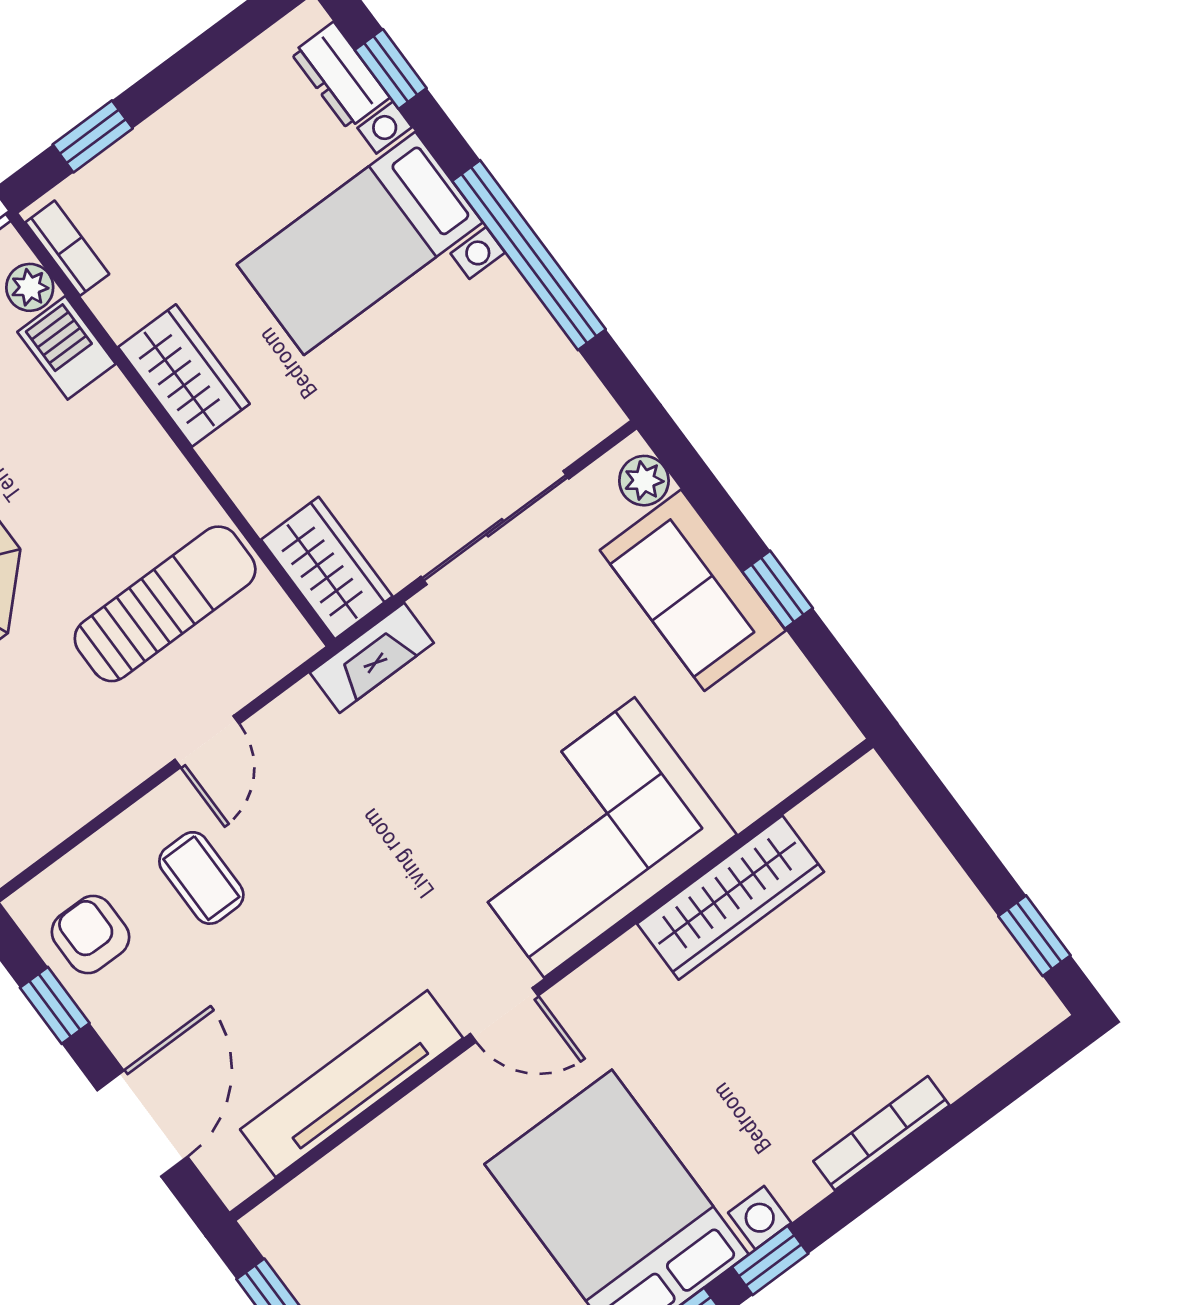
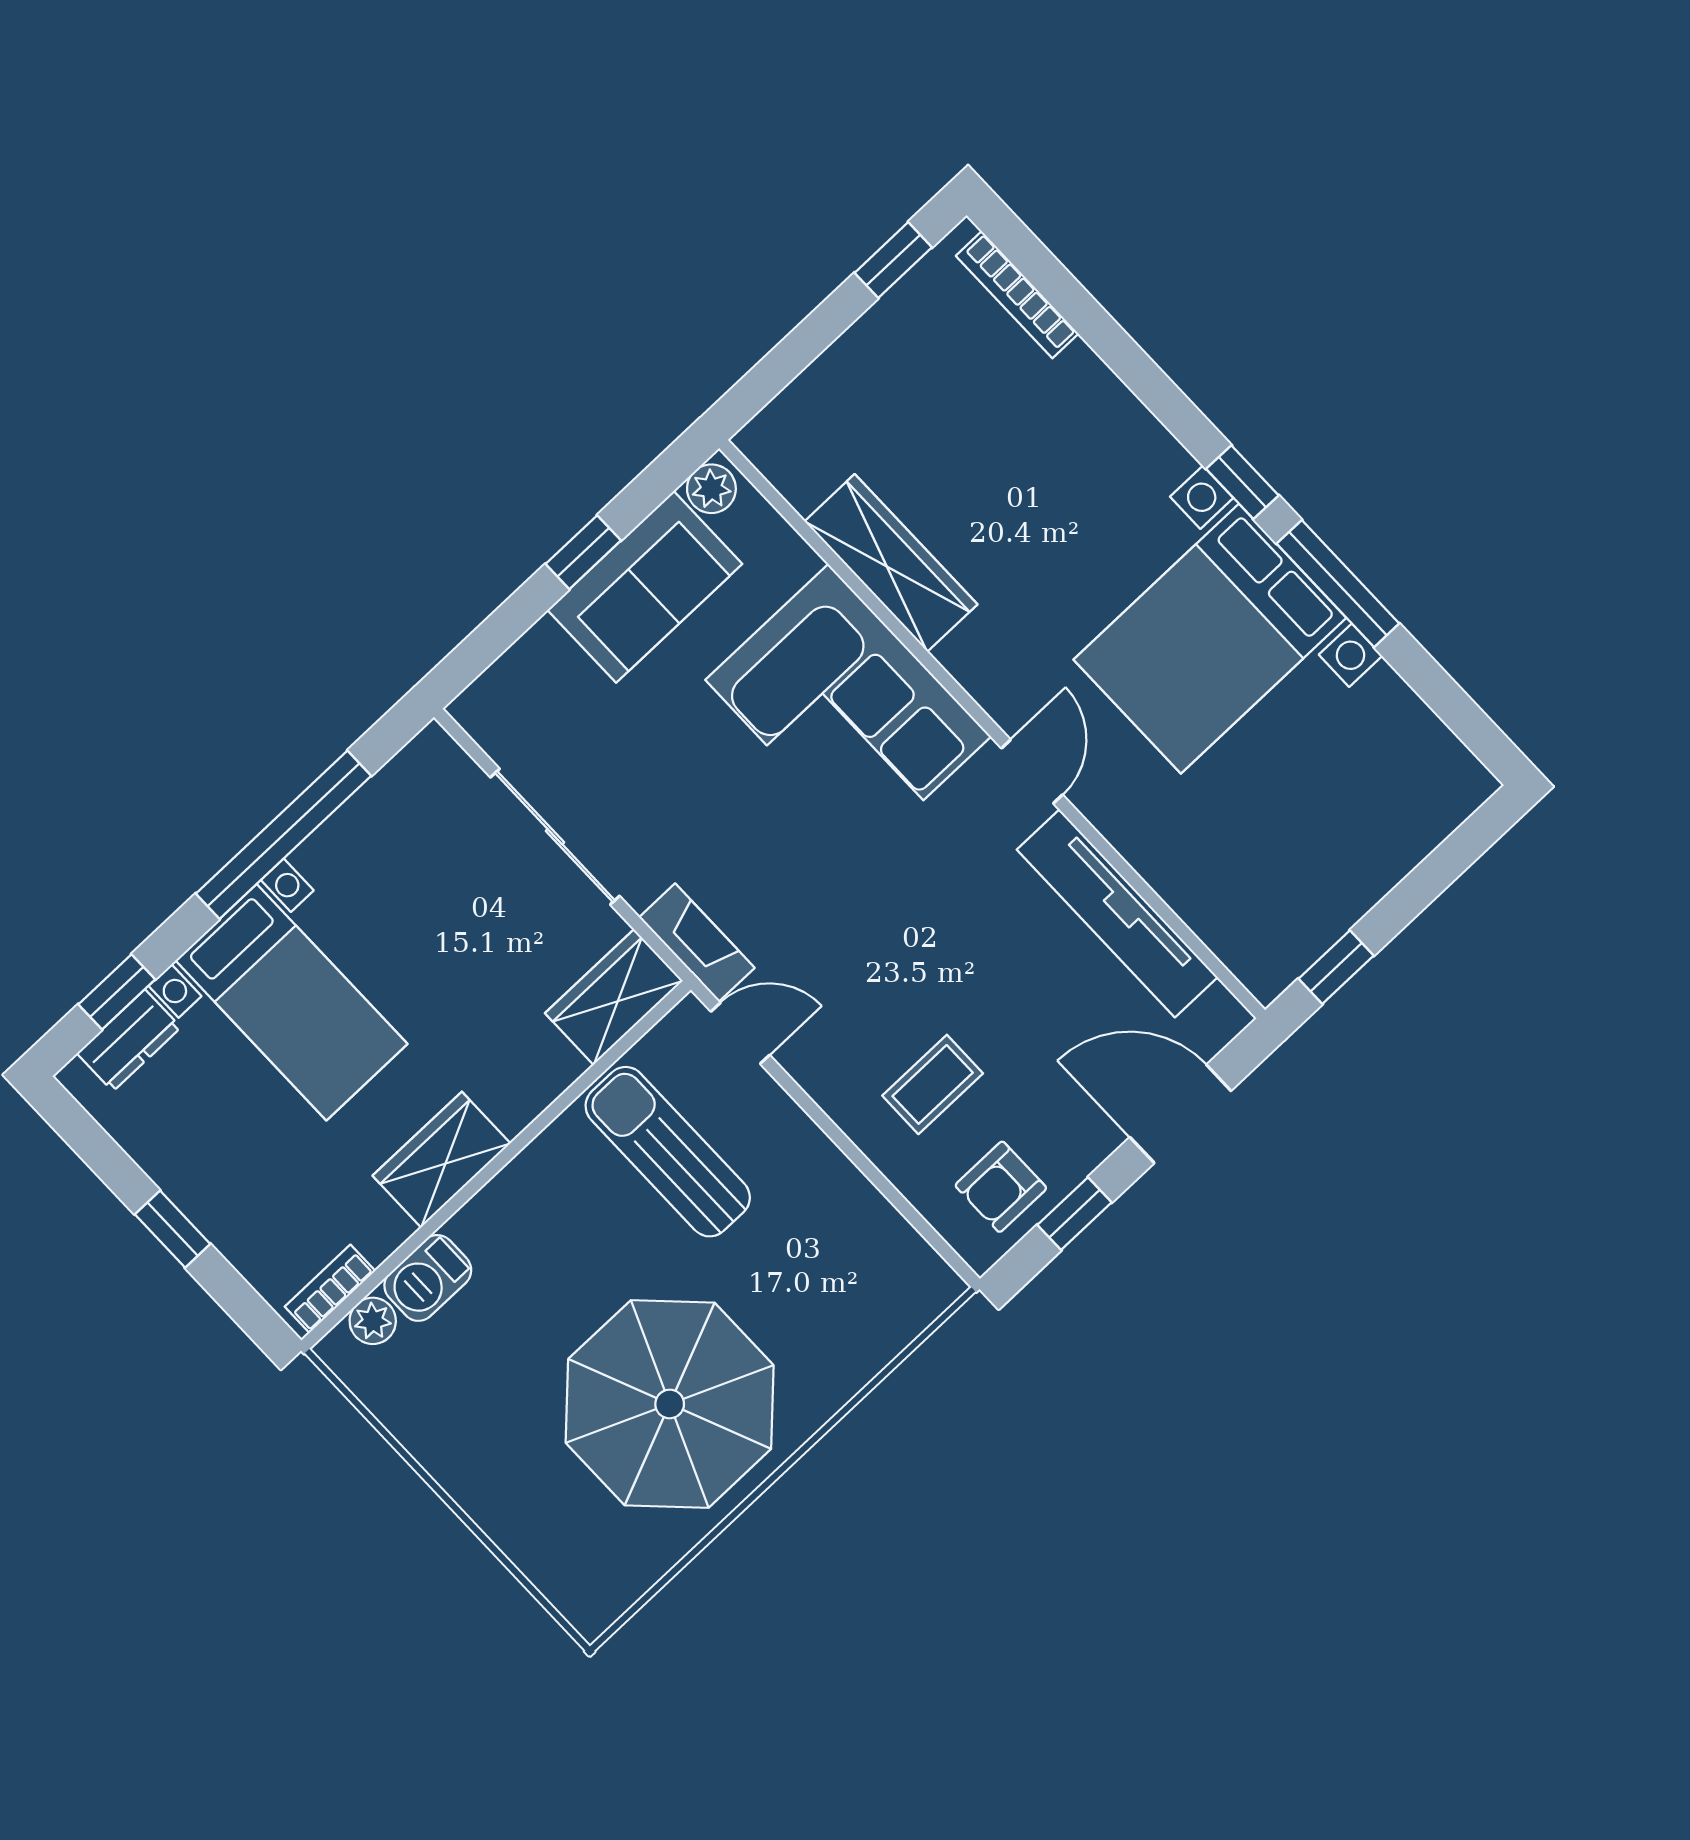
window: (93, 136) -> (173, 1229), moved
plant: (644, 481) -> (711, 489), moved
sofa: (693, 590) -> (645, 587), moved
door: (207, 742) -> (740, 1033), moved
bookcase: (881, 1133) -> (1017, 295), moved

